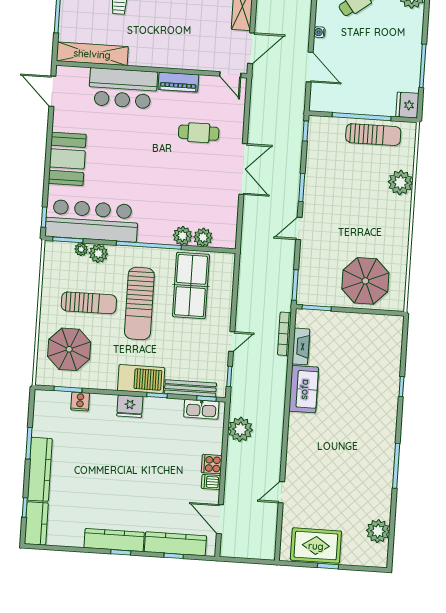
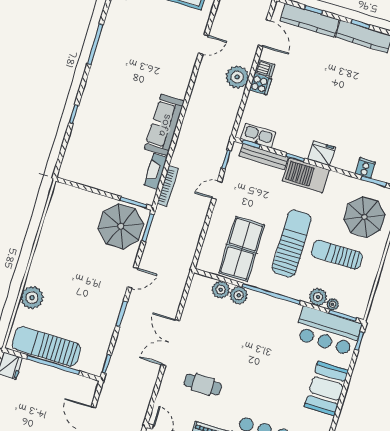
sun lounger: (373, 135) -> (46, 346), width x1.36, depth x1.34
bar counter: (92, 221) -> (328, 331), width x0.73
parasol: (365, 281) -> (121, 226), moved
sofa: (304, 389) -> (164, 125), width x1.36
plant: (240, 429) -> (237, 77), moved

